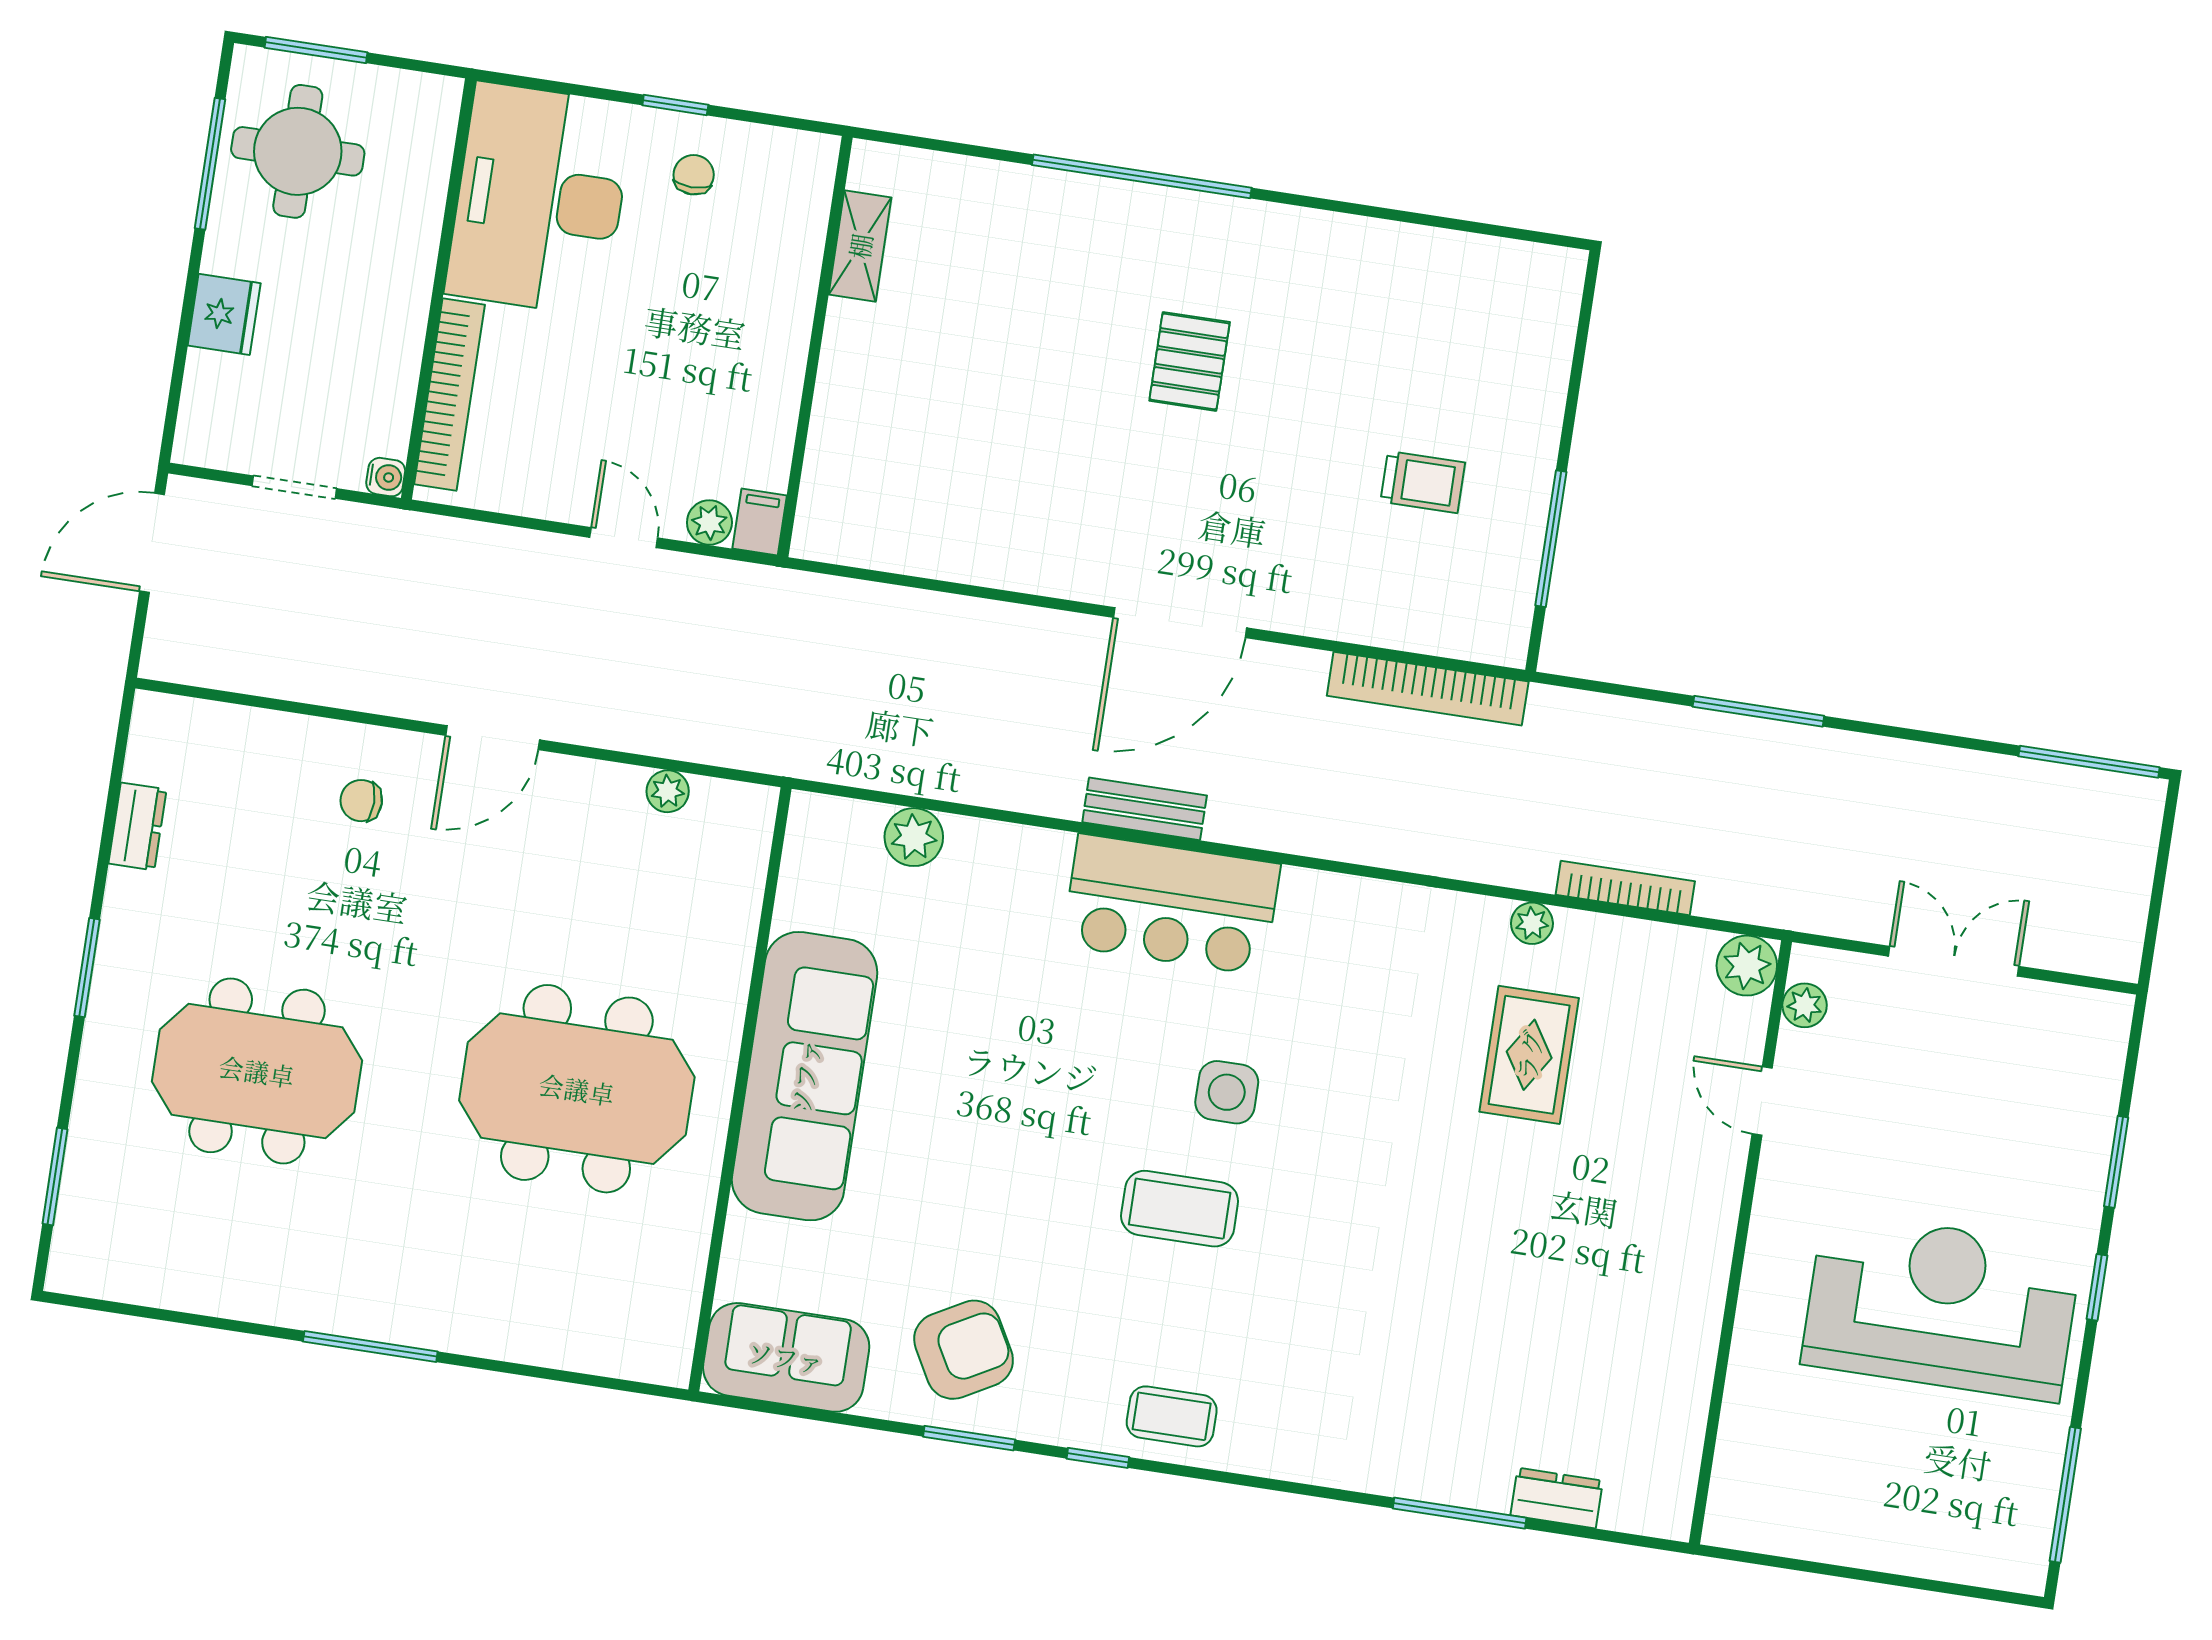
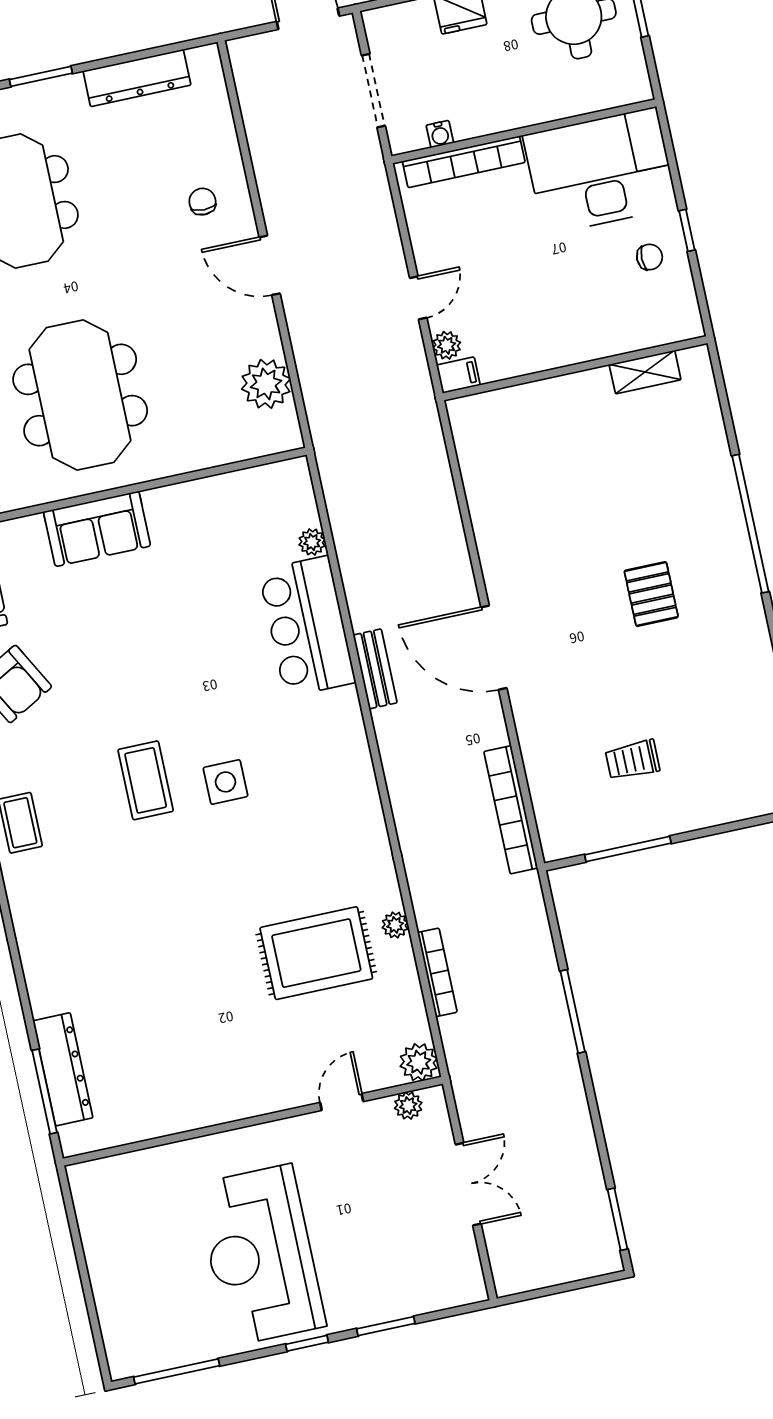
pallet: (1190, 361) -> (651, 594), turned 90
water cooler: (386, 477) -> (440, 134), moved
trolley: (1423, 482) -> (632, 760), turned 90
doorway: (294, 487) -> (373, 91), width x1.38
window: (2089, 762) -> (617, 1219), width x0.69
plant: (668, 791) -> (266, 384), width x1.88, depth x1.88
dresser: (137, 826) -> (137, 78), width x1.96, depth x1.24
plant: (914, 837) -> (312, 542), width x0.73, depth x0.73
bar counter: (1171, 905) -> (307, 626), moved
rug: (1529, 1055) -> (316, 953), width x1.36, depth x1.43
sofa: (805, 1076) -> (97, 529), width x0.54, depth x0.79
reception desk: (1941, 1306) -> (260, 1255), turned 180
dresser: (1557, 1498) -> (63, 1069), width x1.96, depth x1.24
window: (1460, 1513) -> (45, 1091), moved

